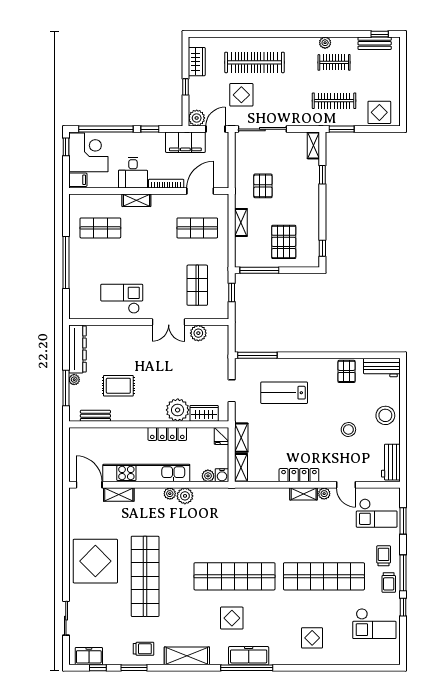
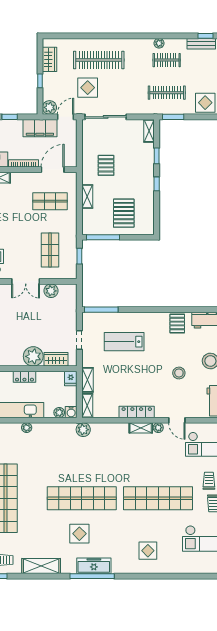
window: (322, 248) -> (157, 184), moved
locker: (167, 434) -> (24, 377), width x0.66
plant: (185, 496) -> (83, 430), moved

